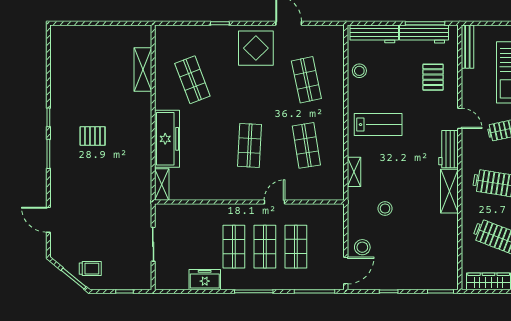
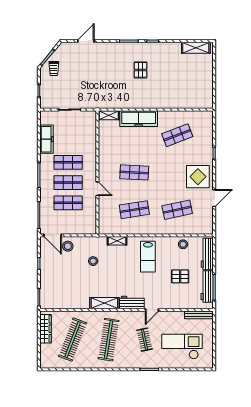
shelving: (143, 69) -> (196, 48), moved
pallet: (433, 77) -> (180, 276), moved
freezer: (205, 280) -> (47, 139), width x1.40

